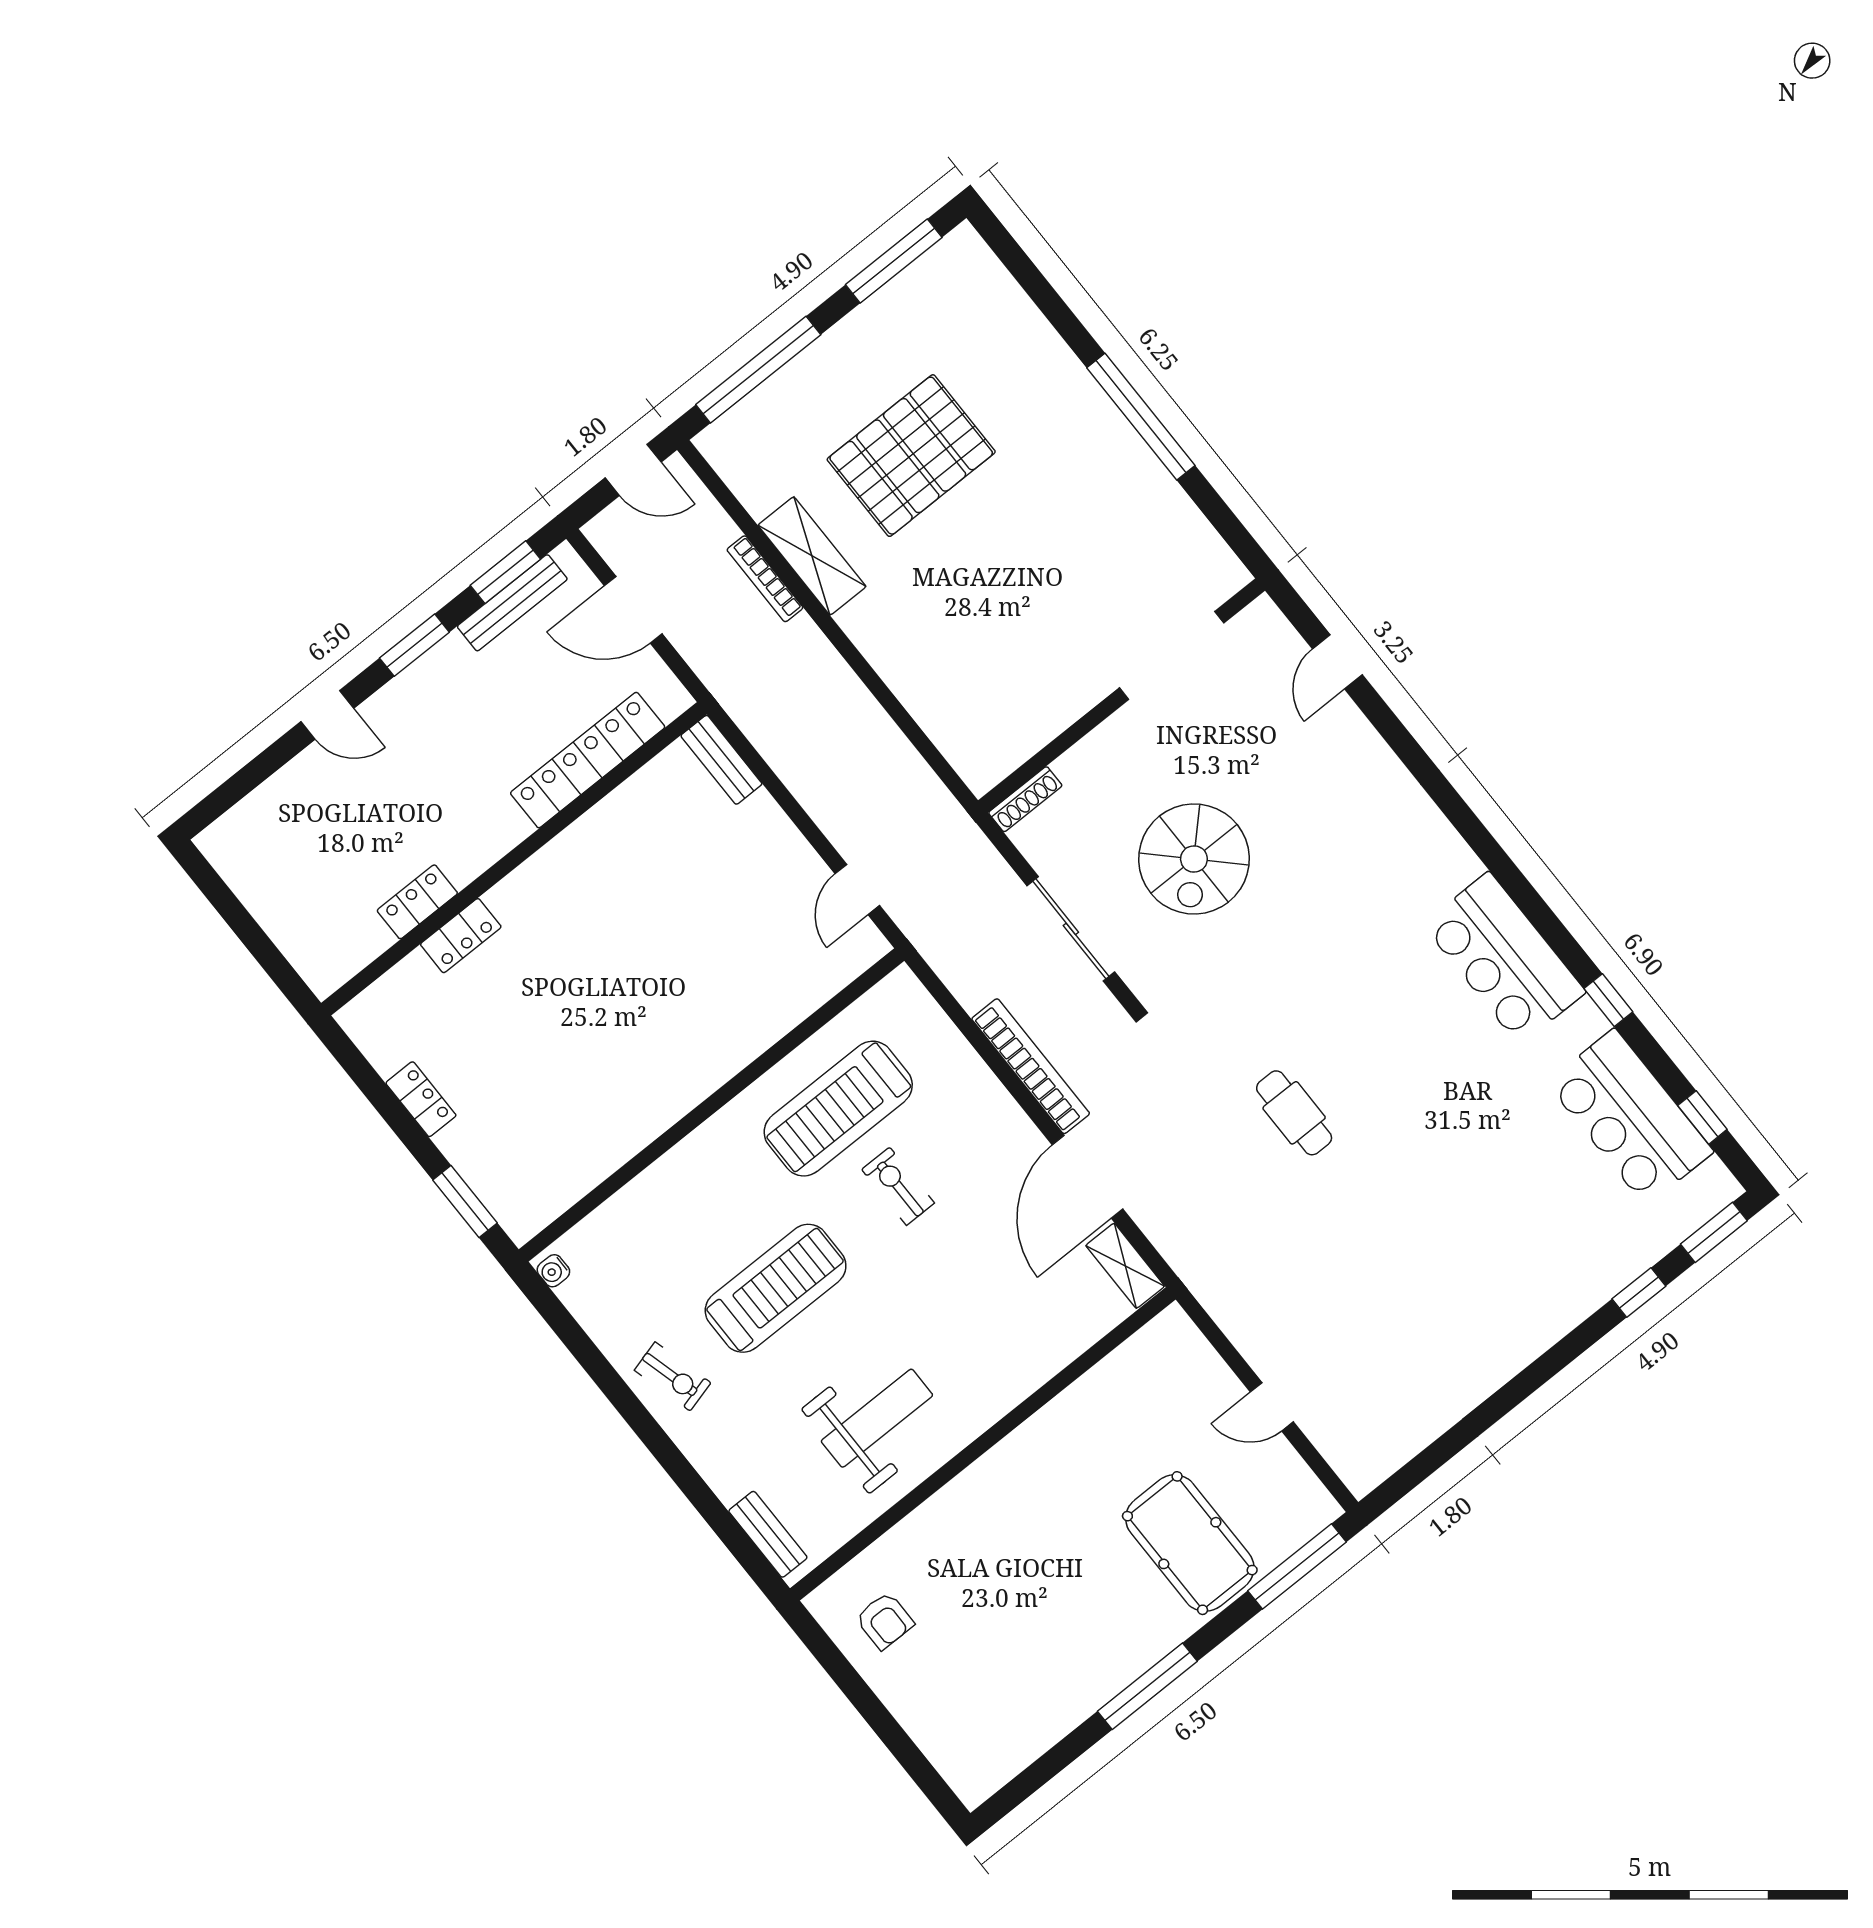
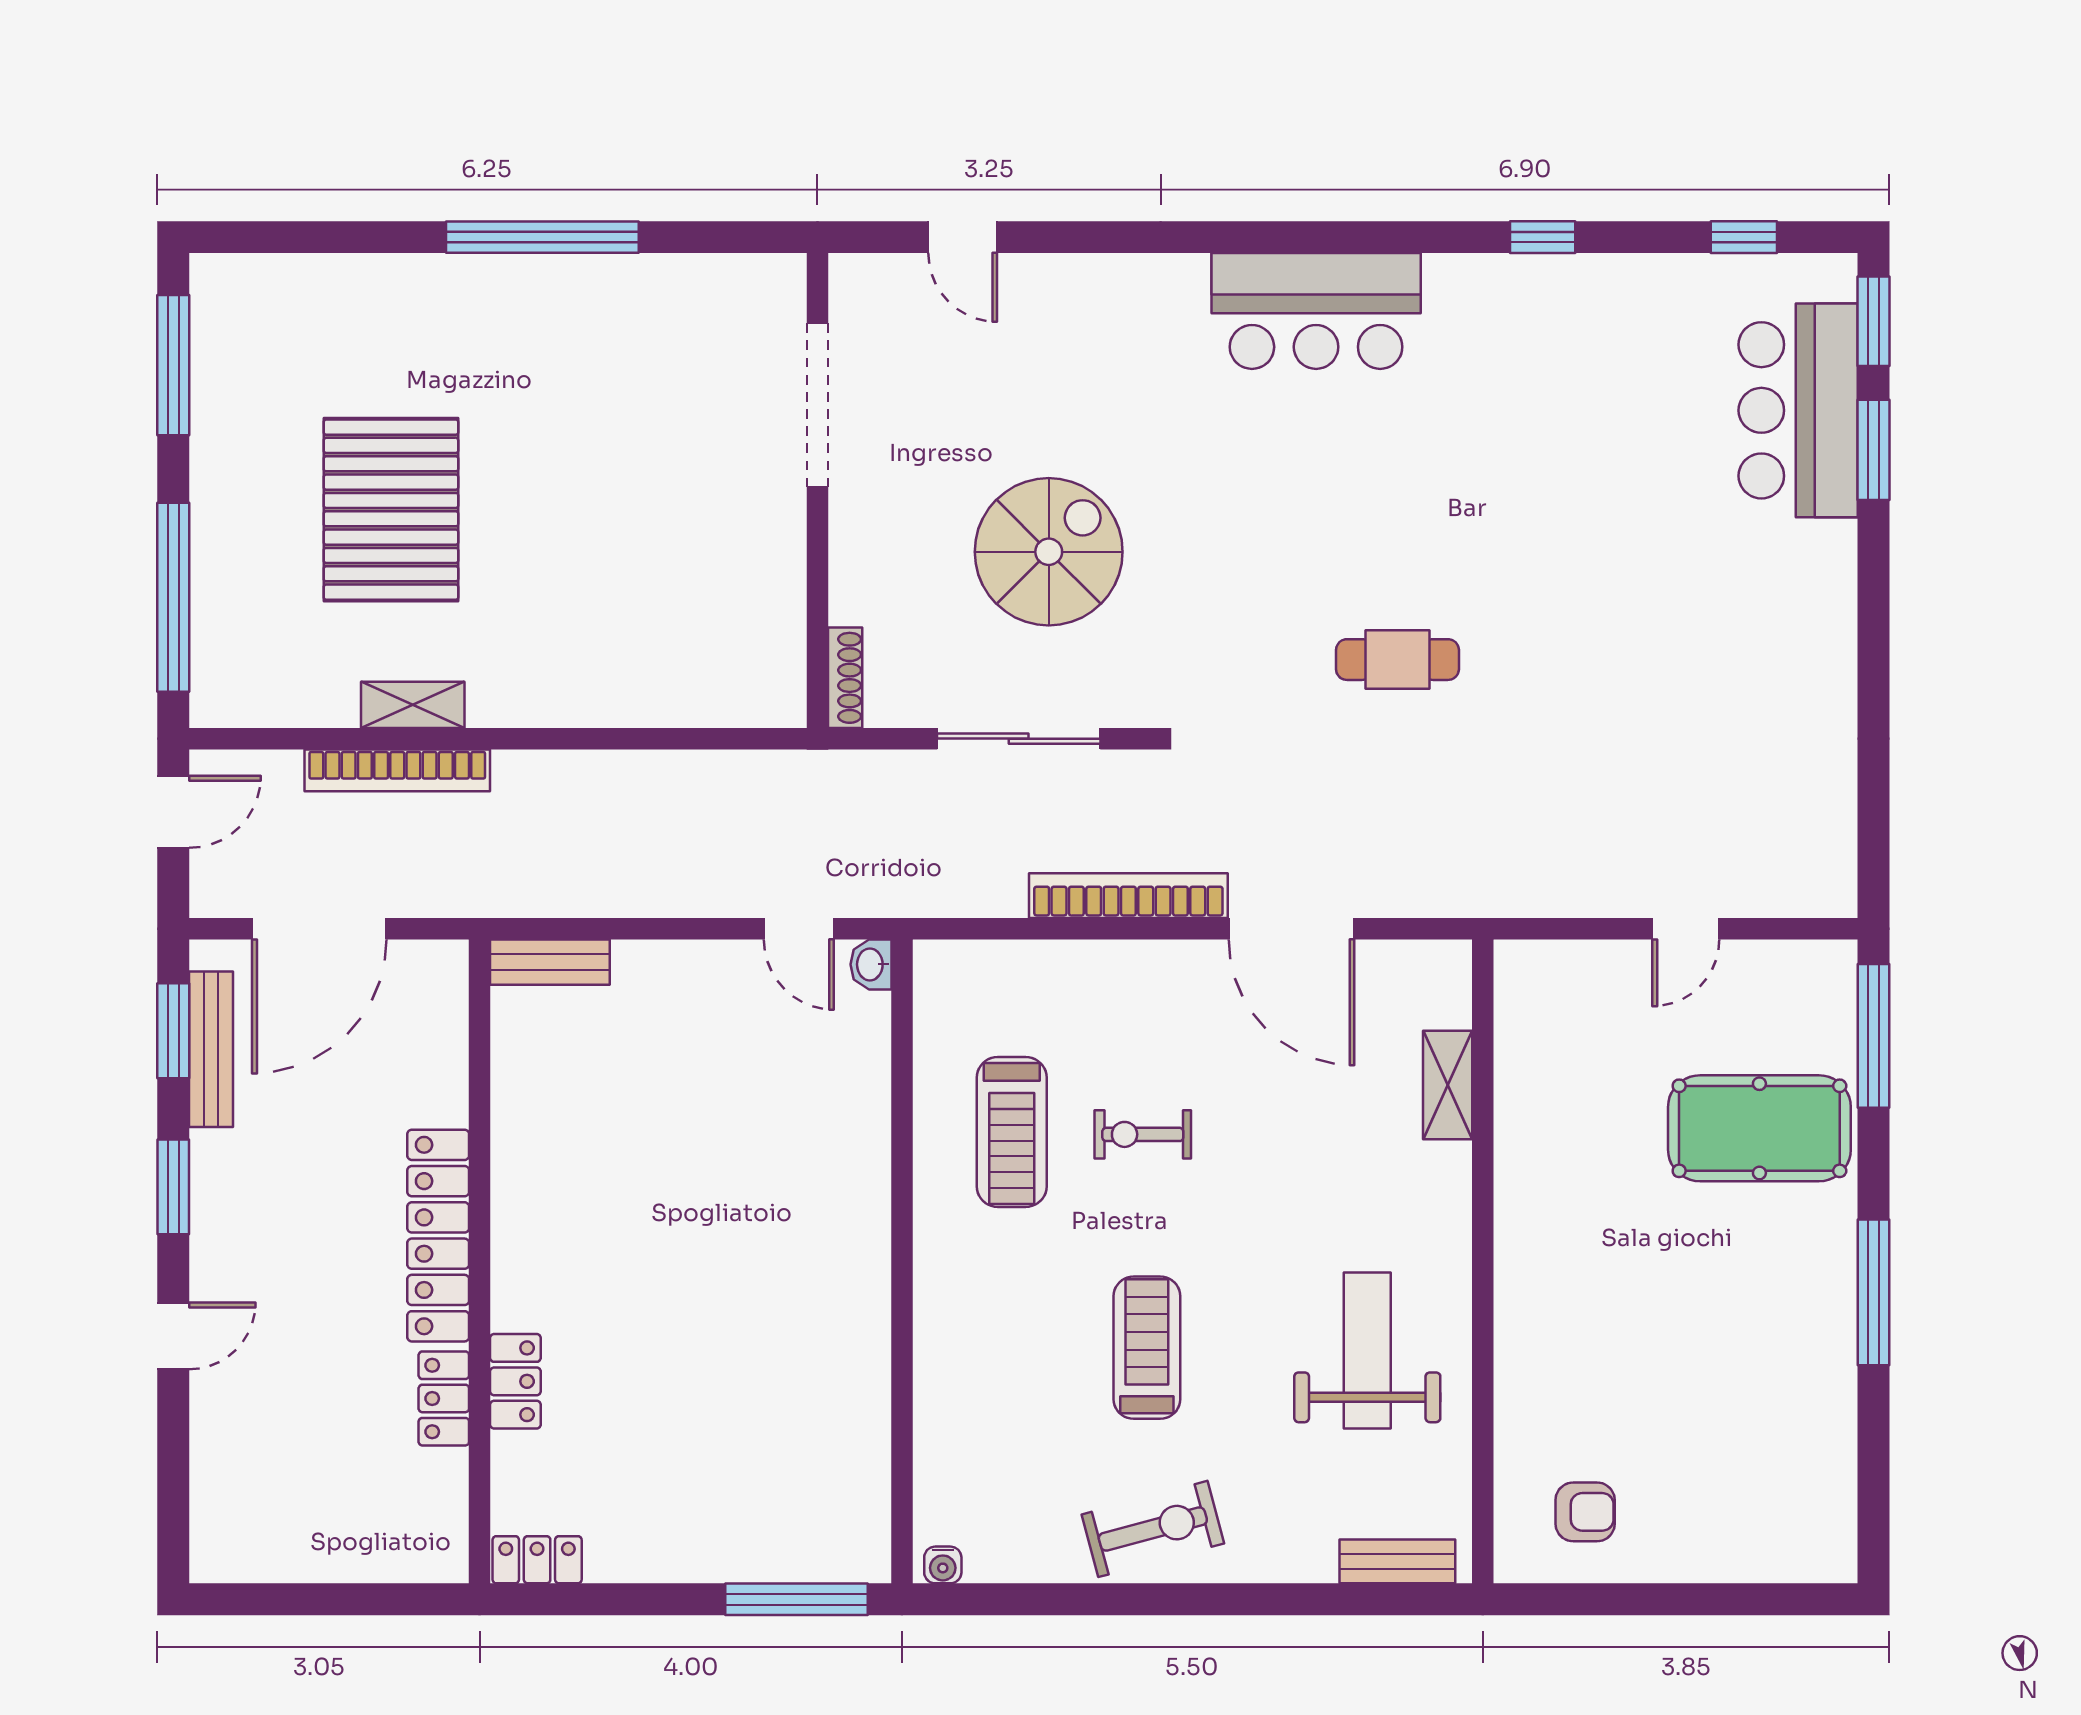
shelving: (812, 556) -> (413, 705), width x0.67, depth x0.75
bookcase: (765, 579) -> (397, 770), width x1.48, depth x1.31
door: (633, 610) -> (319, 929), width x1.36
locker: (588, 760) -> (438, 1236), moved
spiral stairs: (1194, 859) -> (1049, 552), turned -90
washbasin: (870, 948) -> (871, 964), added
bar counter: (1504, 958) -> (1316, 311), moved
locker: (421, 1099) -> (537, 1560), moved
treadmill: (838, 1109) -> (1012, 1132), width x0.73, depth x0.73
bar counter: (1630, 1117) -> (1798, 410), moved, turned 90
window: (465, 1201) -> (797, 1599), width x1.44
shelving: (1125, 1266) -> (1448, 1085), moved, turned 90
treadmill: (776, 1288) -> (1147, 1348), width x0.73, depth x0.73
window: (1639, 1293) -> (1873, 450), width x1.50
exercise bike: (673, 1376) -> (1153, 1529), width x1.38, depth x1.39

